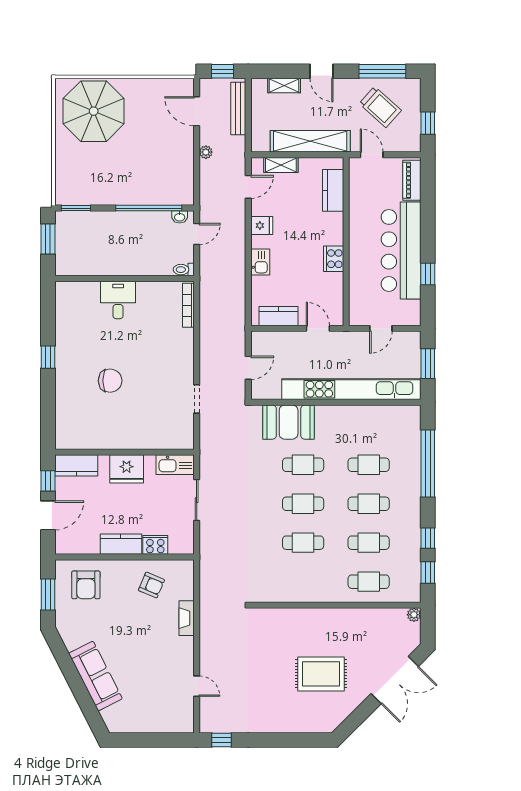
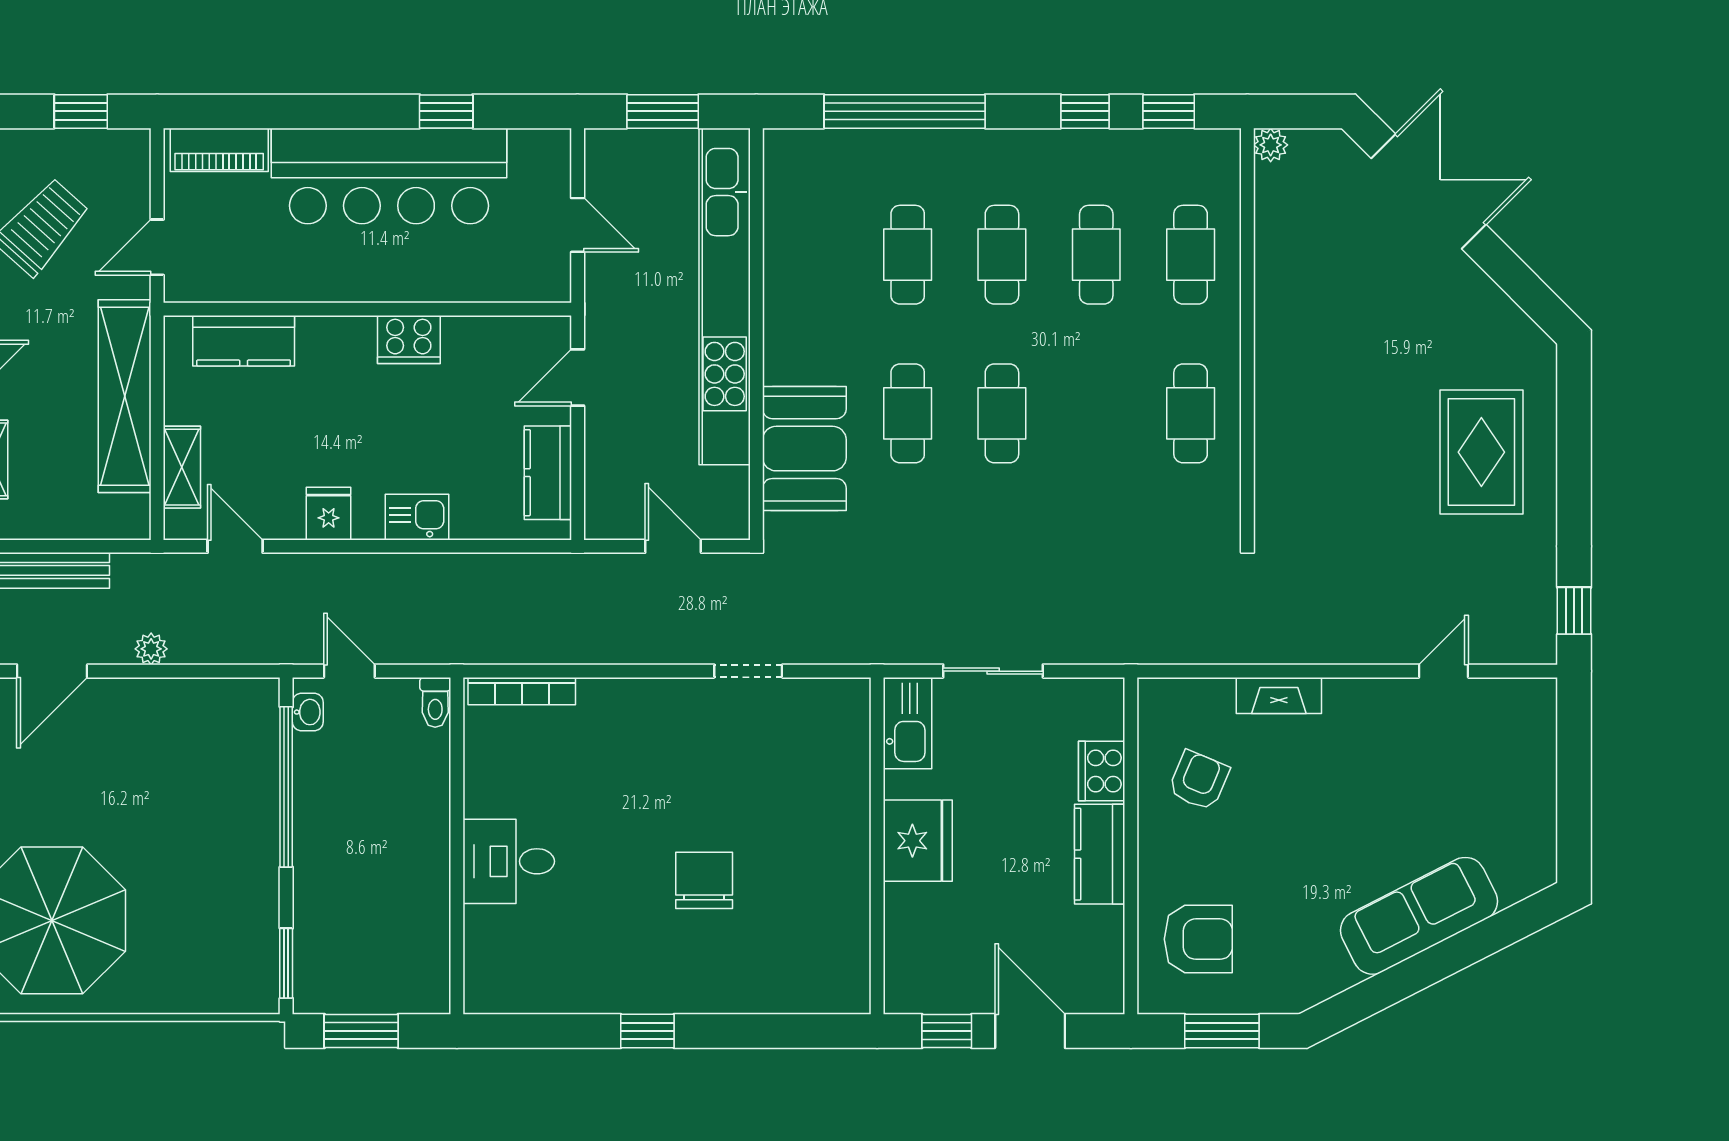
kitchen counter: (76, 465) -> (909, 962), removed
cafe table: (303, 543) -> (1191, 413), moved
rug: (321, 674) -> (1481, 452), moved

